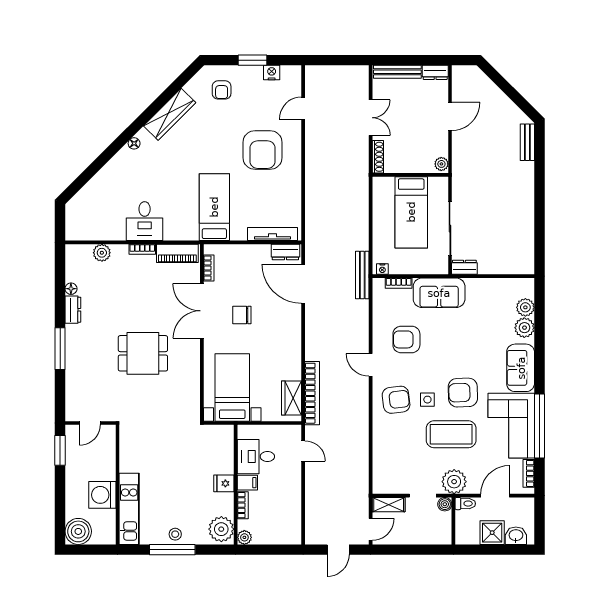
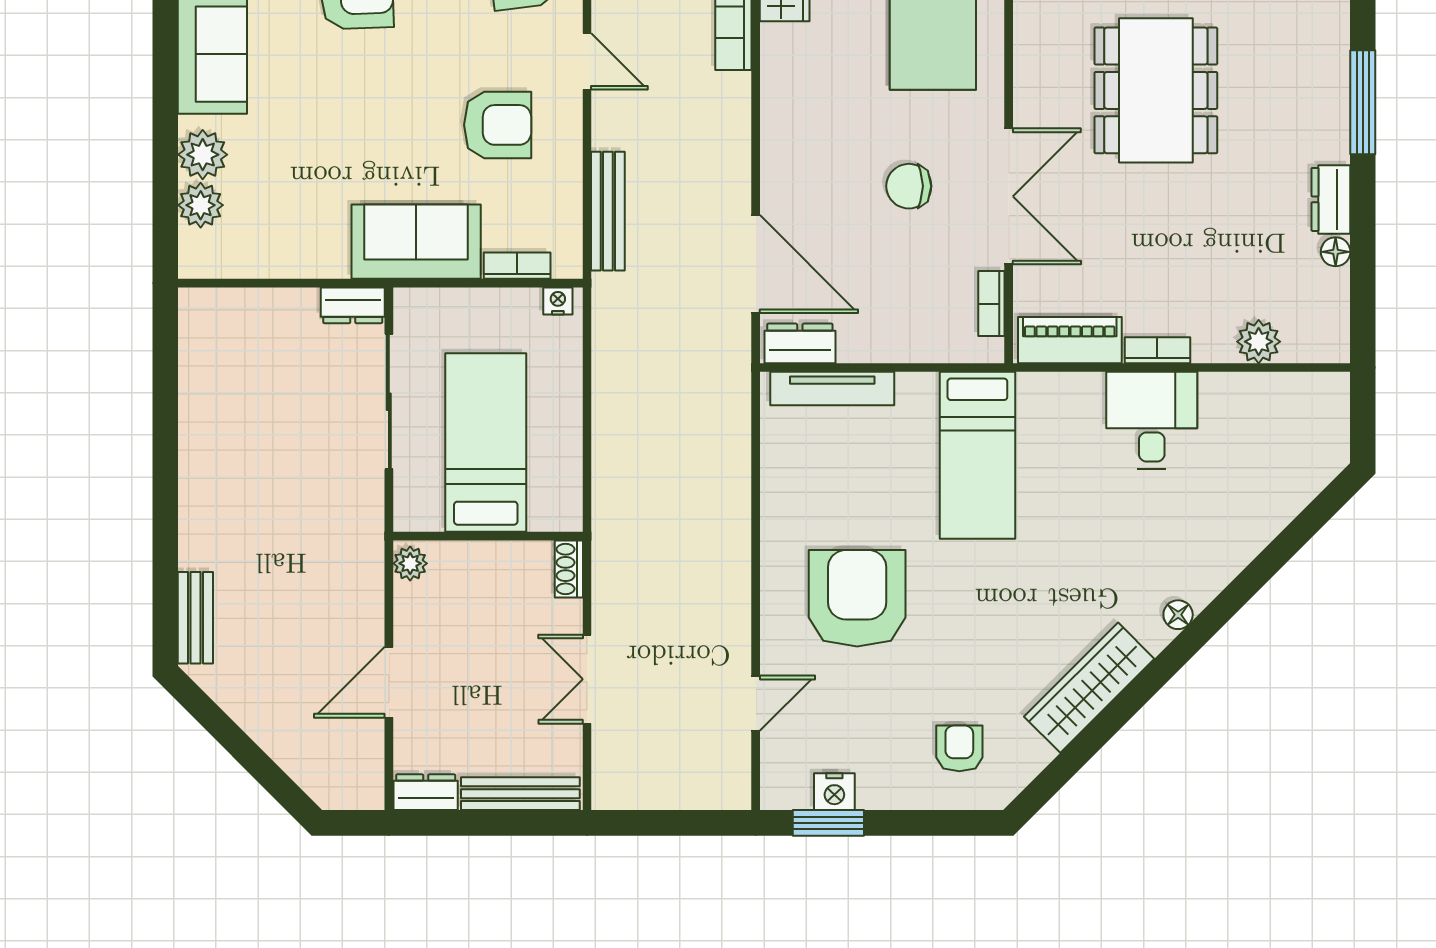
window: (252, 60) -> (828, 823), moved
shoe rack: (378, 157) -> (569, 569), width x0.70
bench: (362, 275) -> (608, 211), moved
chair: (242, 315) -> (909, 186), turned 180
dining table: (143, 353) -> (1156, 90), width x1.38

